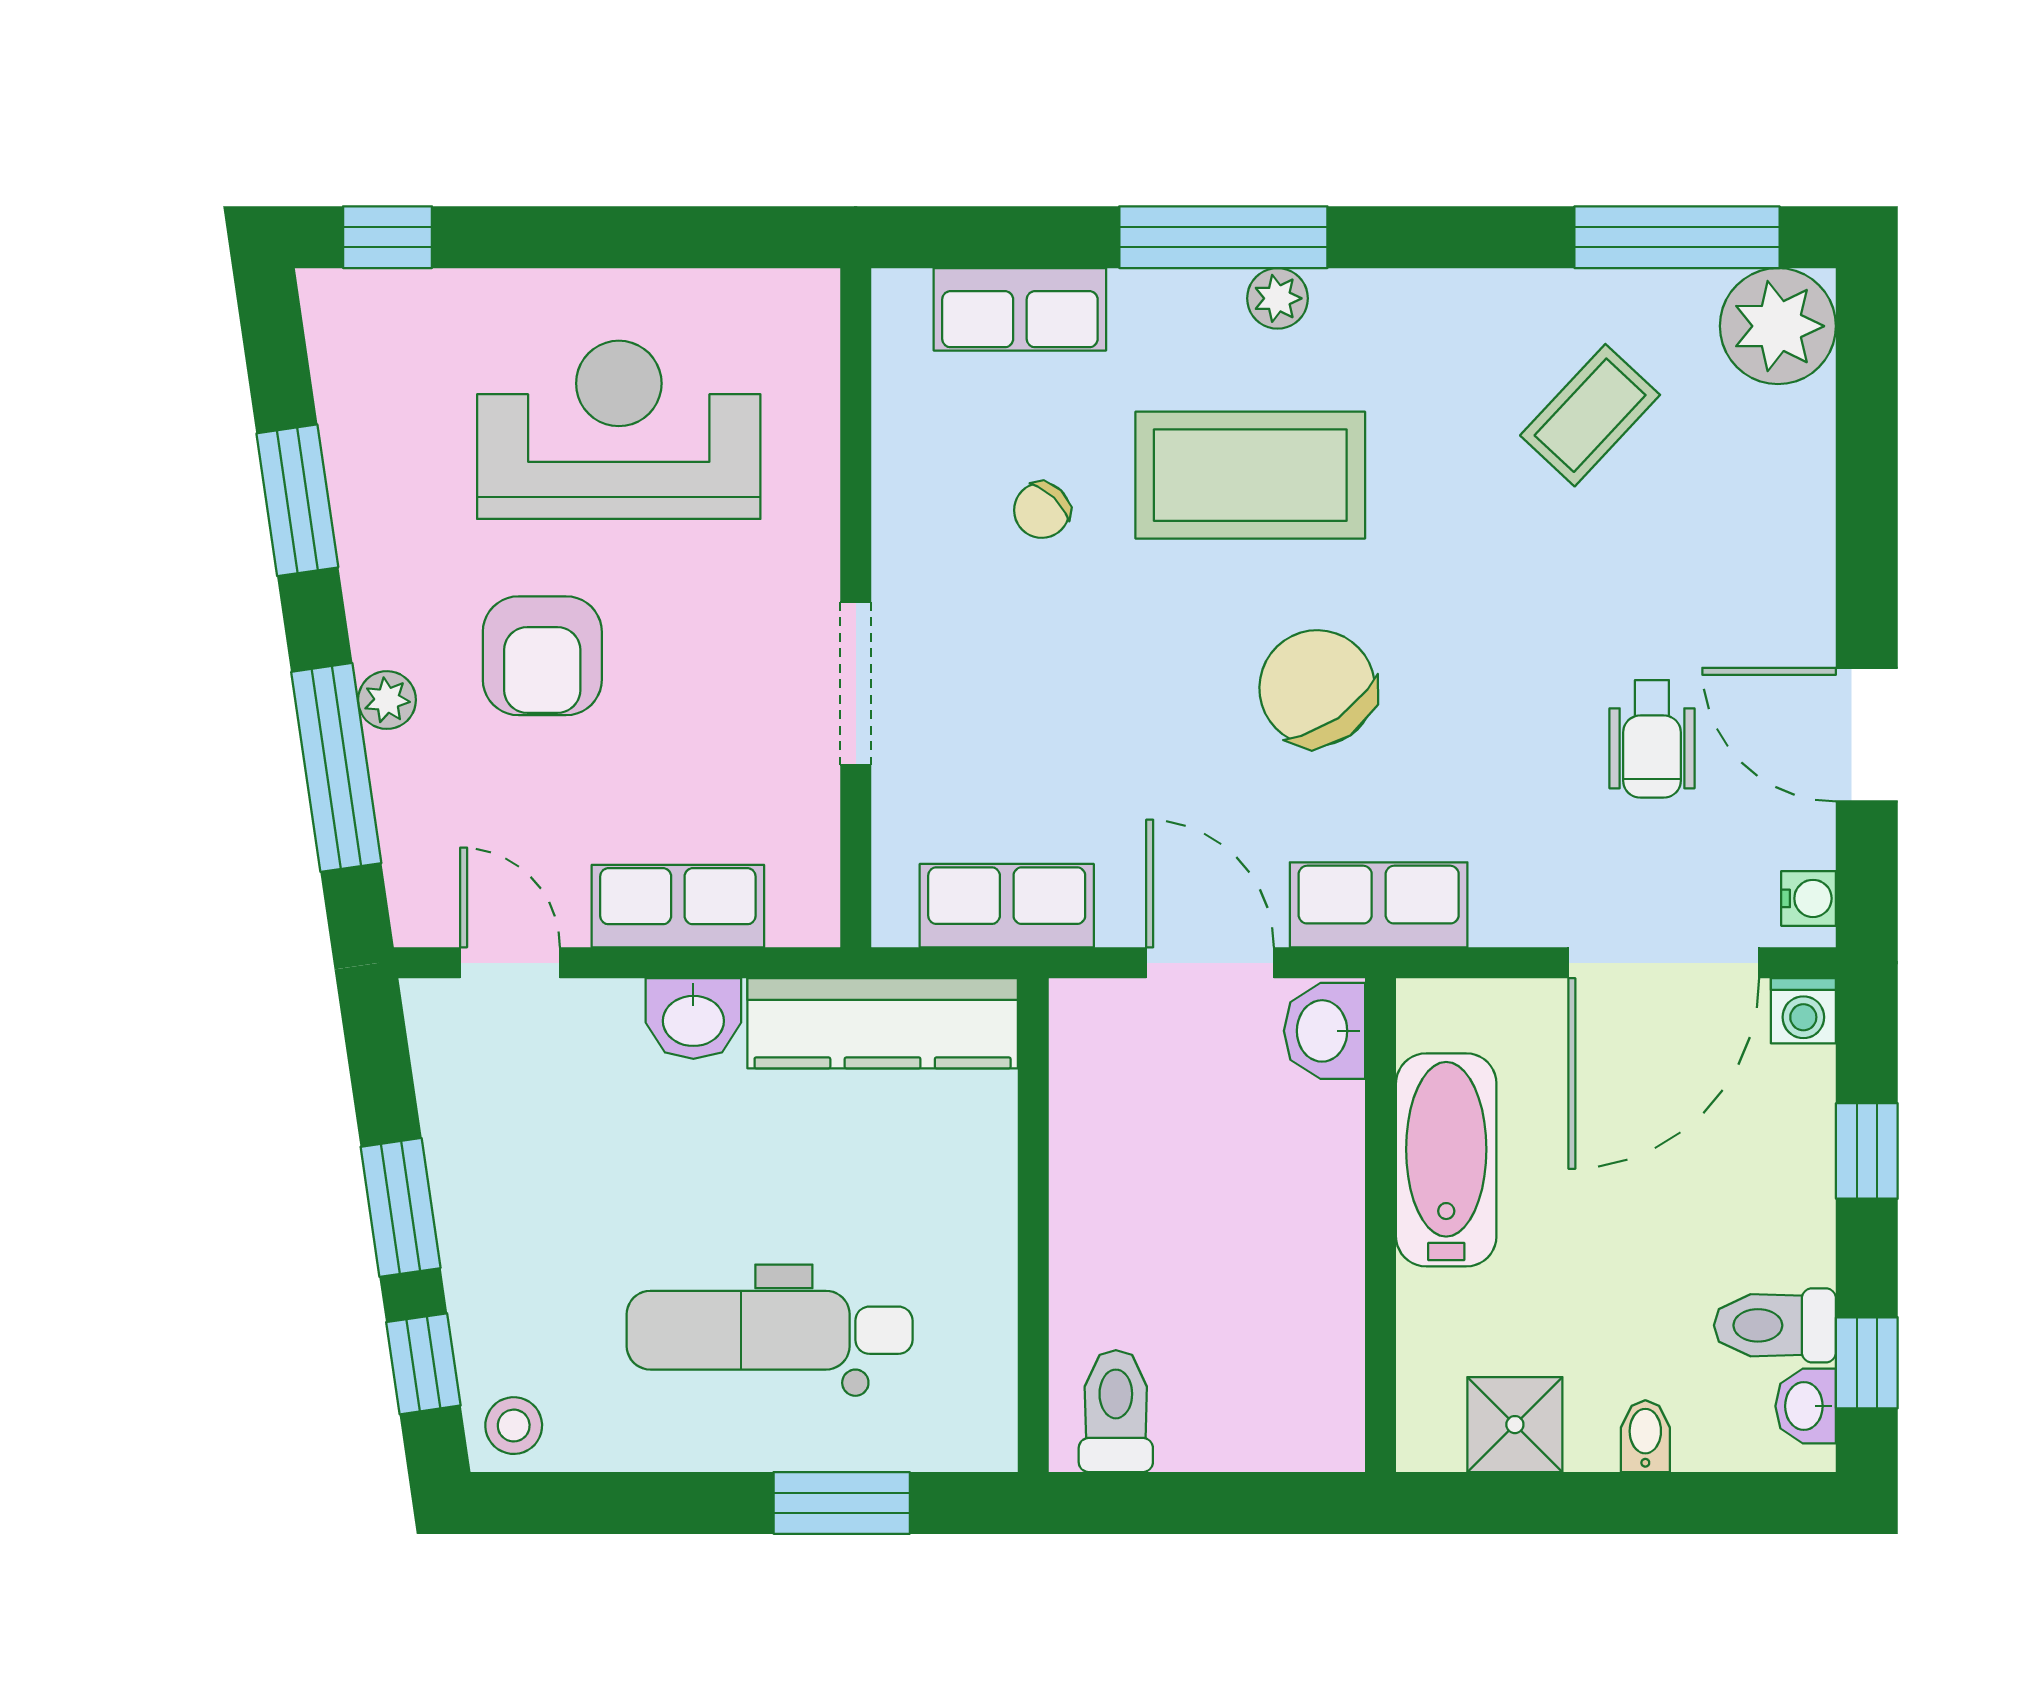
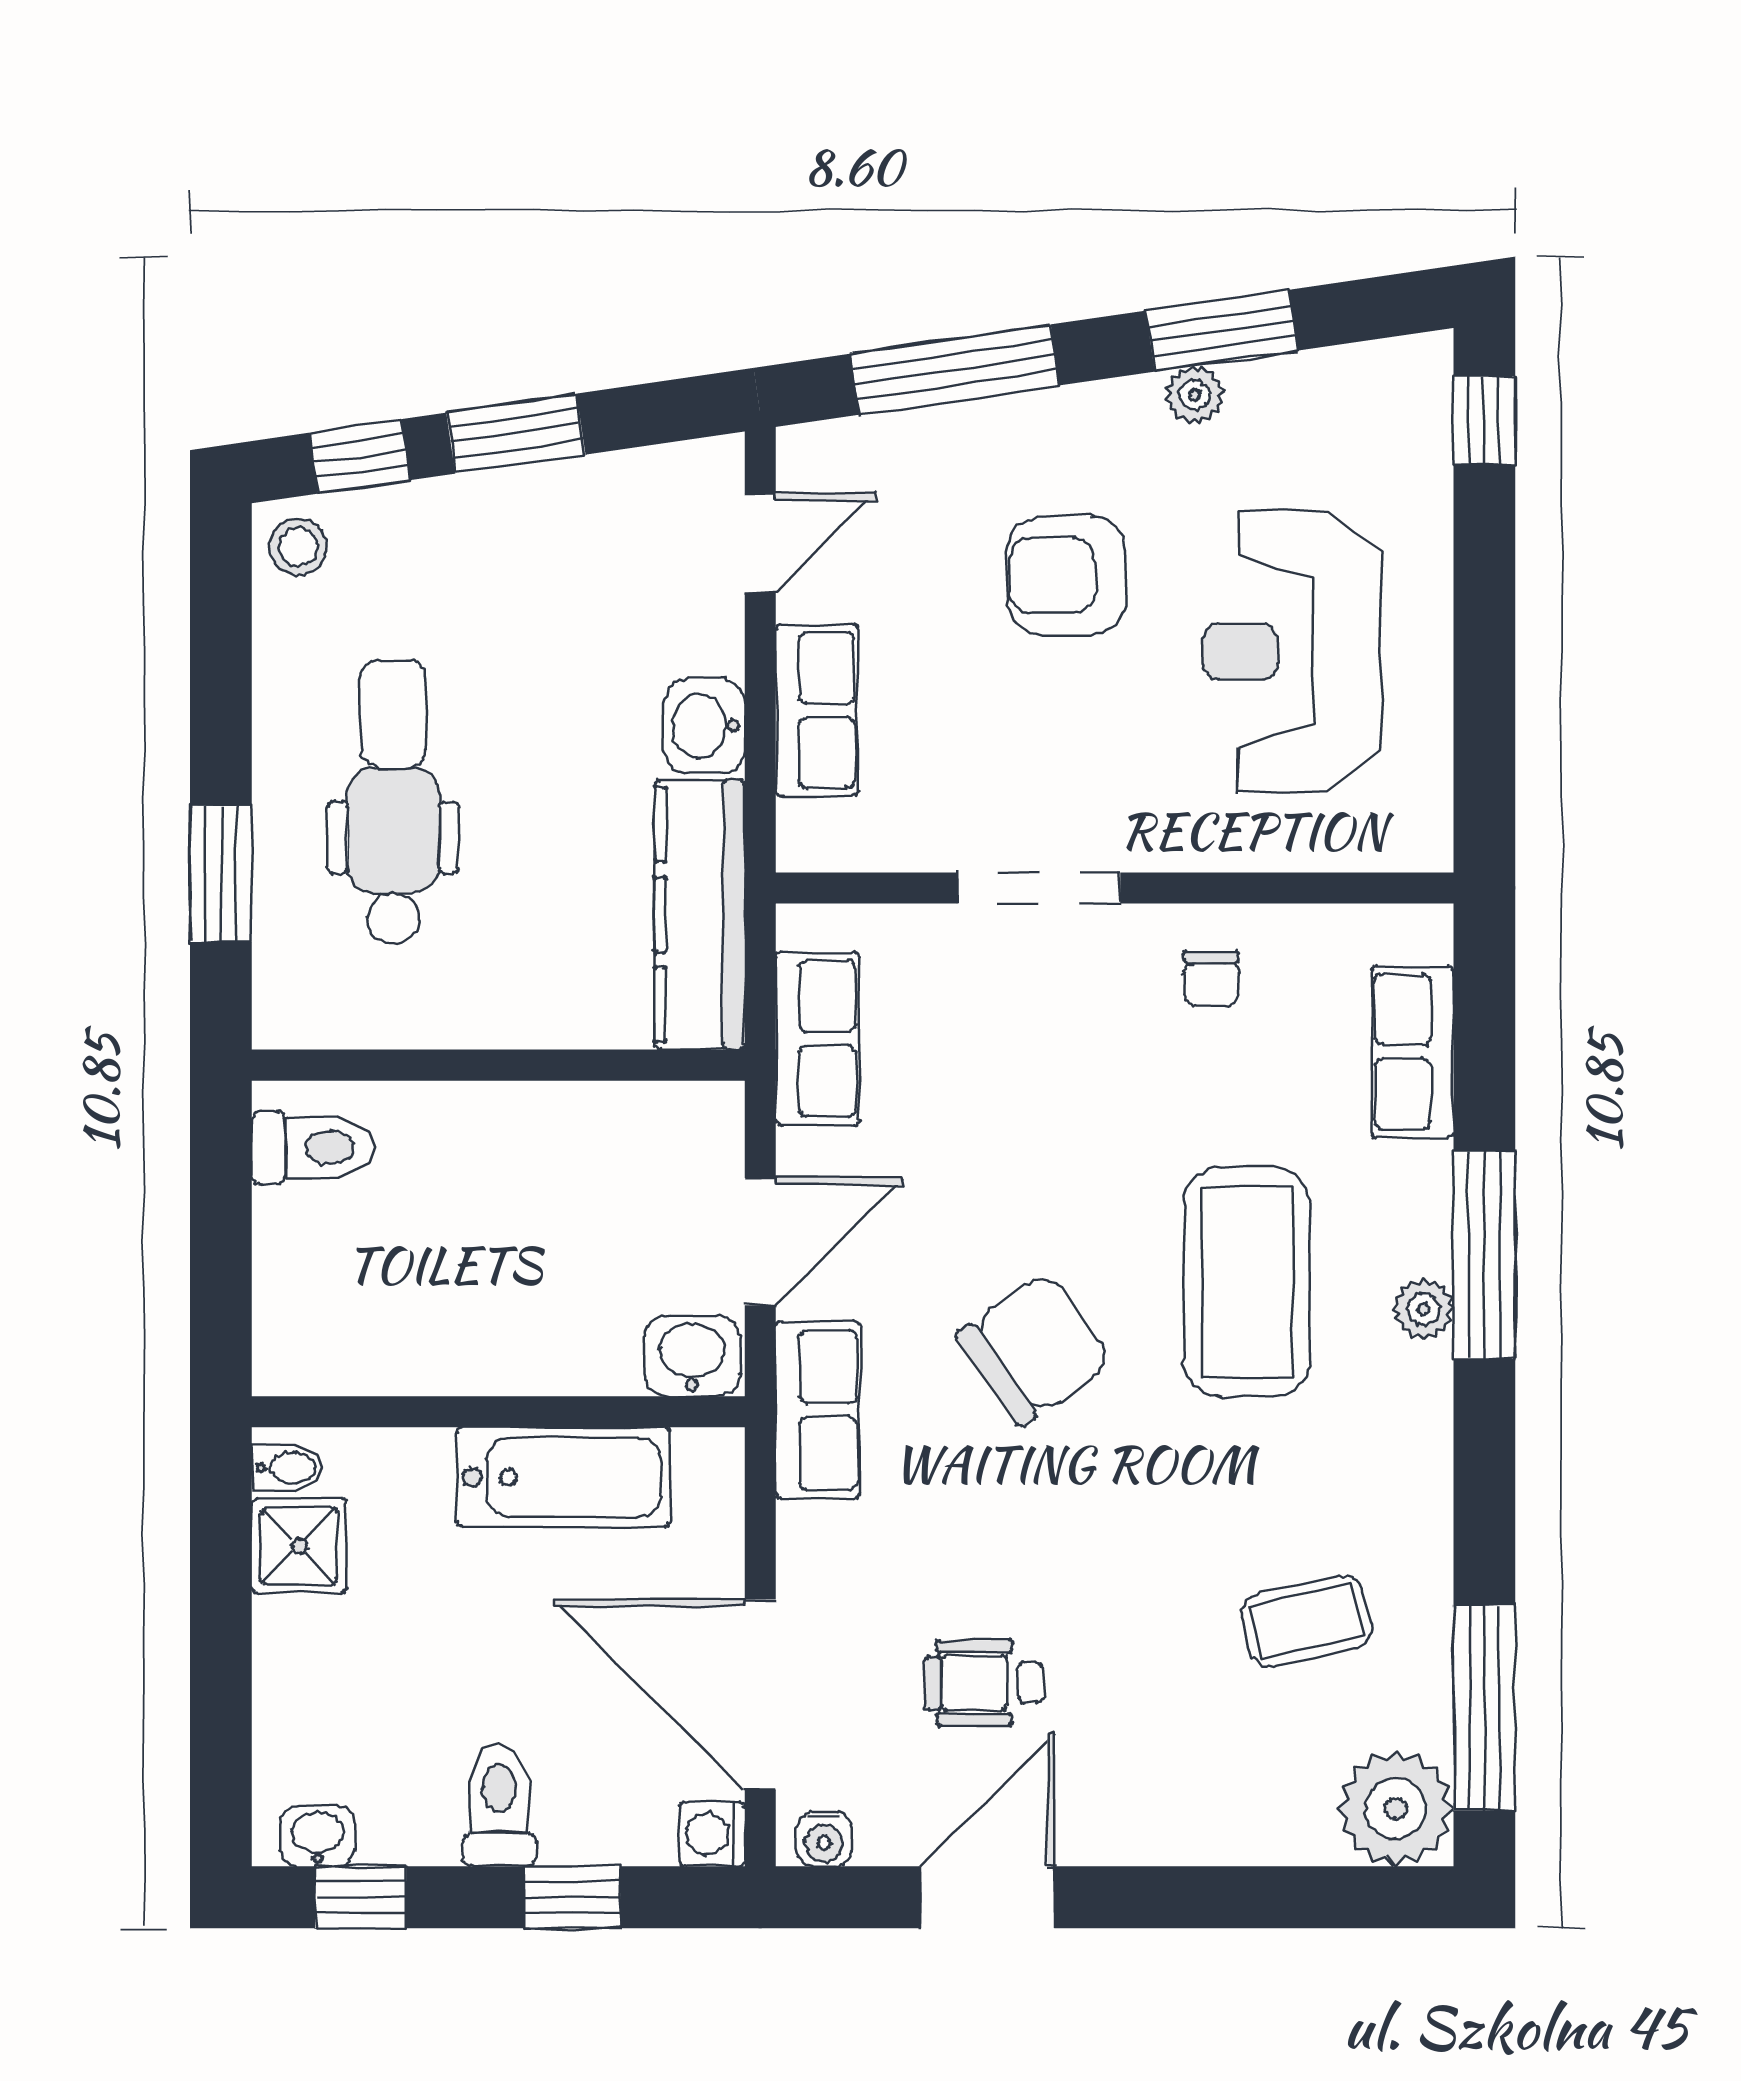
coffee table: (1590, 415) -> (1307, 1621), turned -56
reception desk: (619, 430) -> (1292, 651), turned 180
chair: (1042, 510) -> (1211, 979), moved, turned -134
plant: (387, 700) -> (1195, 395), moved
toilet: (1775, 1325) -> (499, 1806), moved
bidet: (1645, 1436) -> (288, 1468), moved

